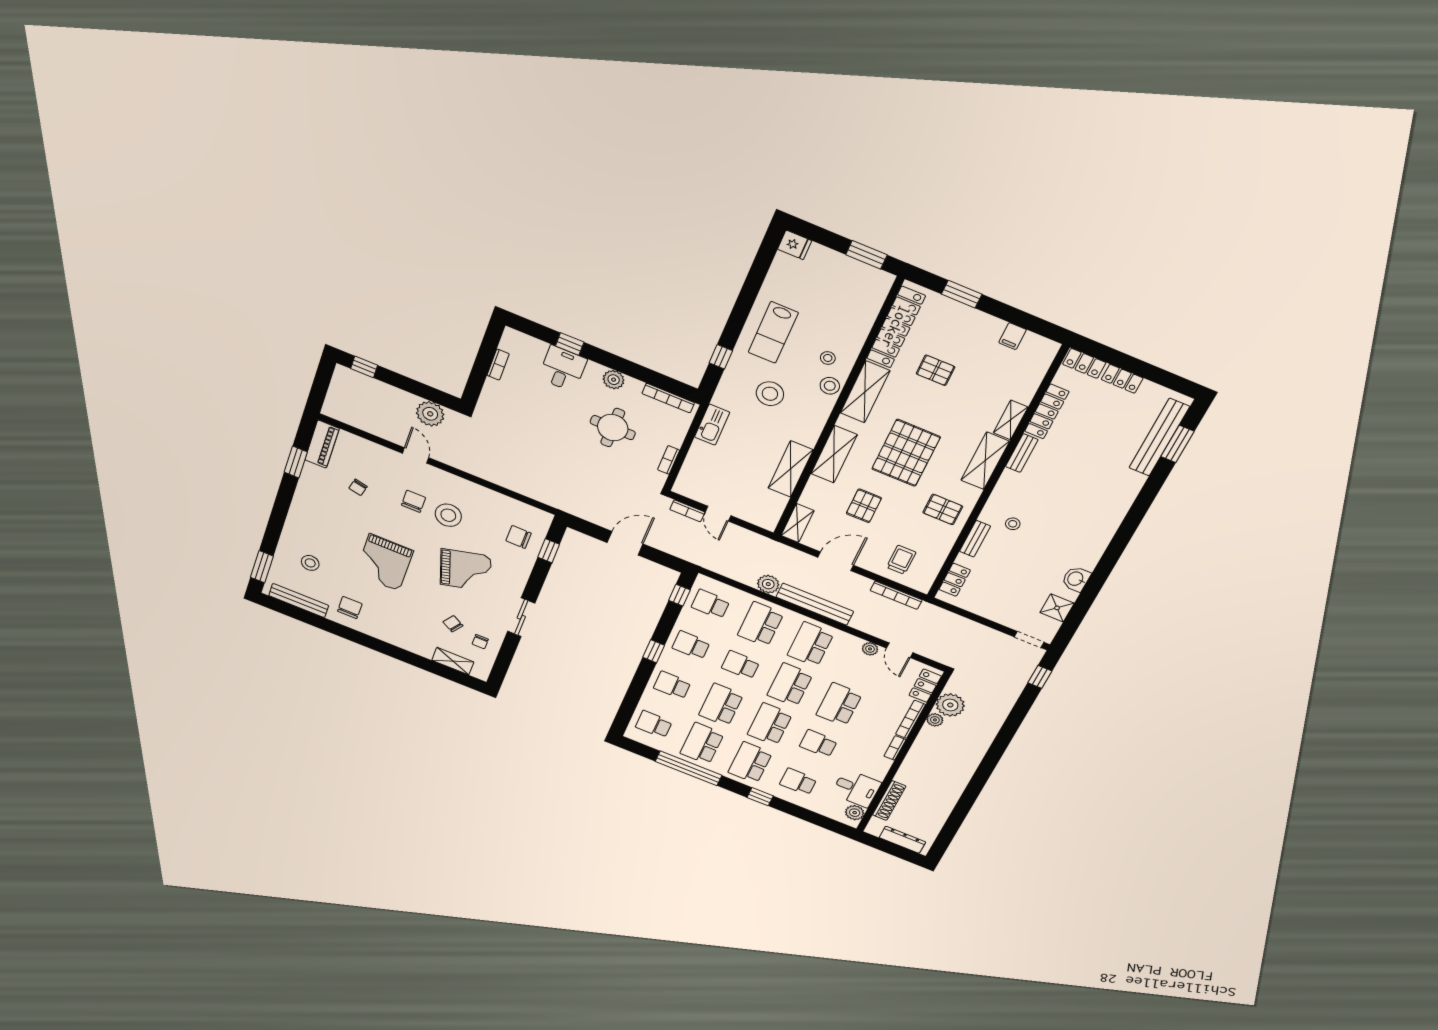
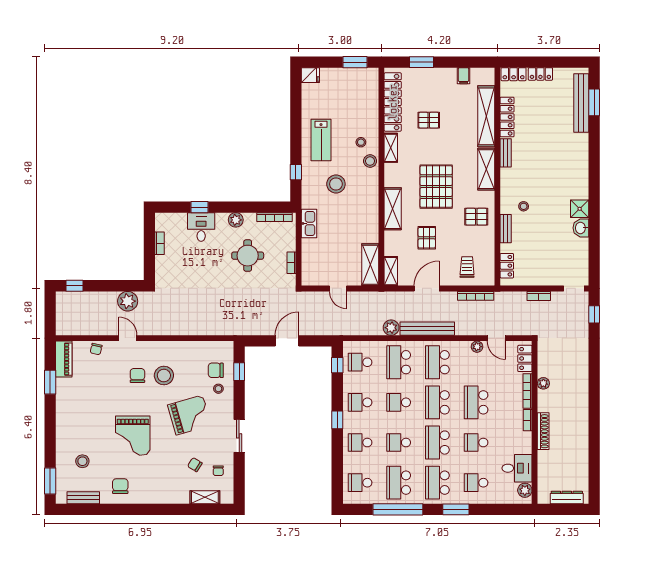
shelving: (865, 392) -> (391, 148), width x0.67, depth x0.75
shelving: (1011, 420) -> (486, 116), width x2.20, depth x1.33
shelving: (791, 469) -> (370, 265), moved
chair: (358, 487) -> (96, 349), moved
bookcase: (687, 511) -> (539, 296), moved
stool: (514, 558) -> (218, 389), added
bench: (299, 601) -> (83, 498), width x0.73
shower: (1057, 608) -> (580, 209), moved
school desk: (721, 705) -> (399, 443), width x0.54
plant: (950, 705) -> (548, 366), removed
window: (760, 797) -> (456, 509), width x1.50
shoe rack: (889, 801) -> (543, 431), moved

